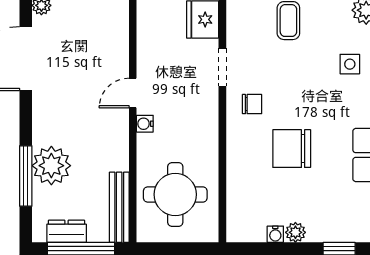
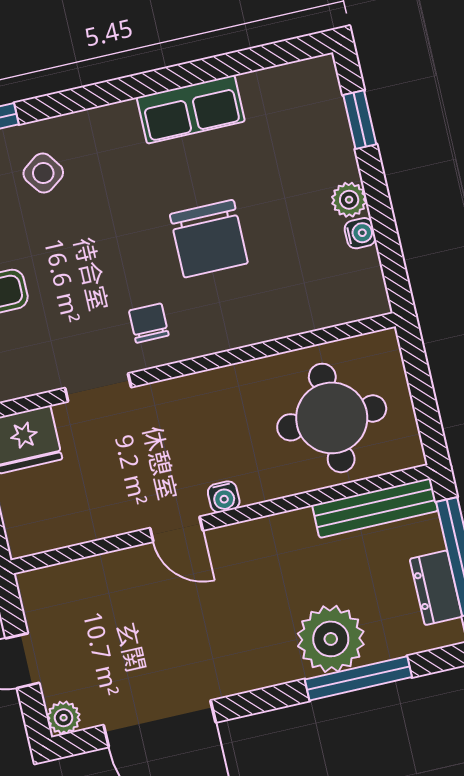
side table: (350, 64) -> (43, 173), turned -36

